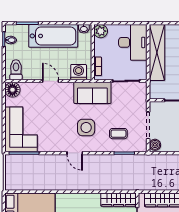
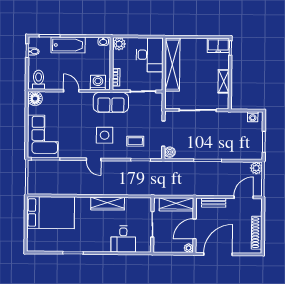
bathtub: (53, 36) -> (68, 45), width x0.73, depth x0.73
wardrobe: (118, 200) -> (108, 204), moved

